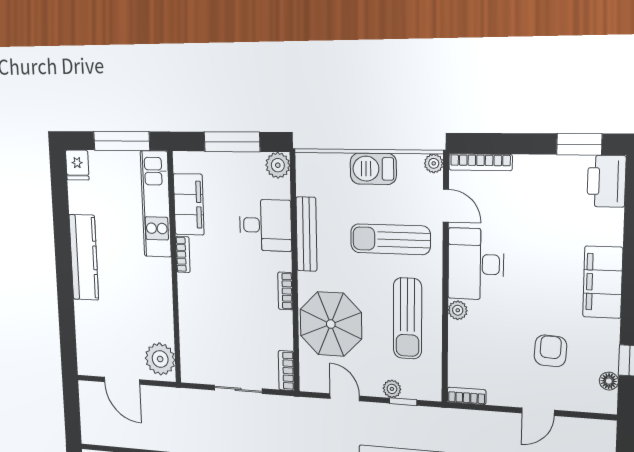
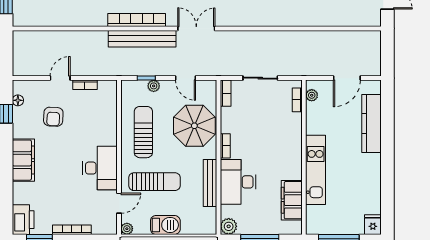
bookcase: (480, 162) -> (72, 230), moved
kitchen unit: (156, 204) -> (316, 170), moved
door: (446, 206) -> (119, 203), swing flipped
desk: (265, 225) -> (238, 182), width x1.37
bookcase: (183, 254) -> (297, 100), moved
kitchen counter: (84, 257) -> (372, 124), moved
plant: (458, 310) -> (111, 139), removed
plant: (160, 359) -> (312, 95), width x0.53, depth x0.53
door: (122, 381) -> (347, 78), swing flipped
bookcase: (467, 396) -> (85, 85), moved

